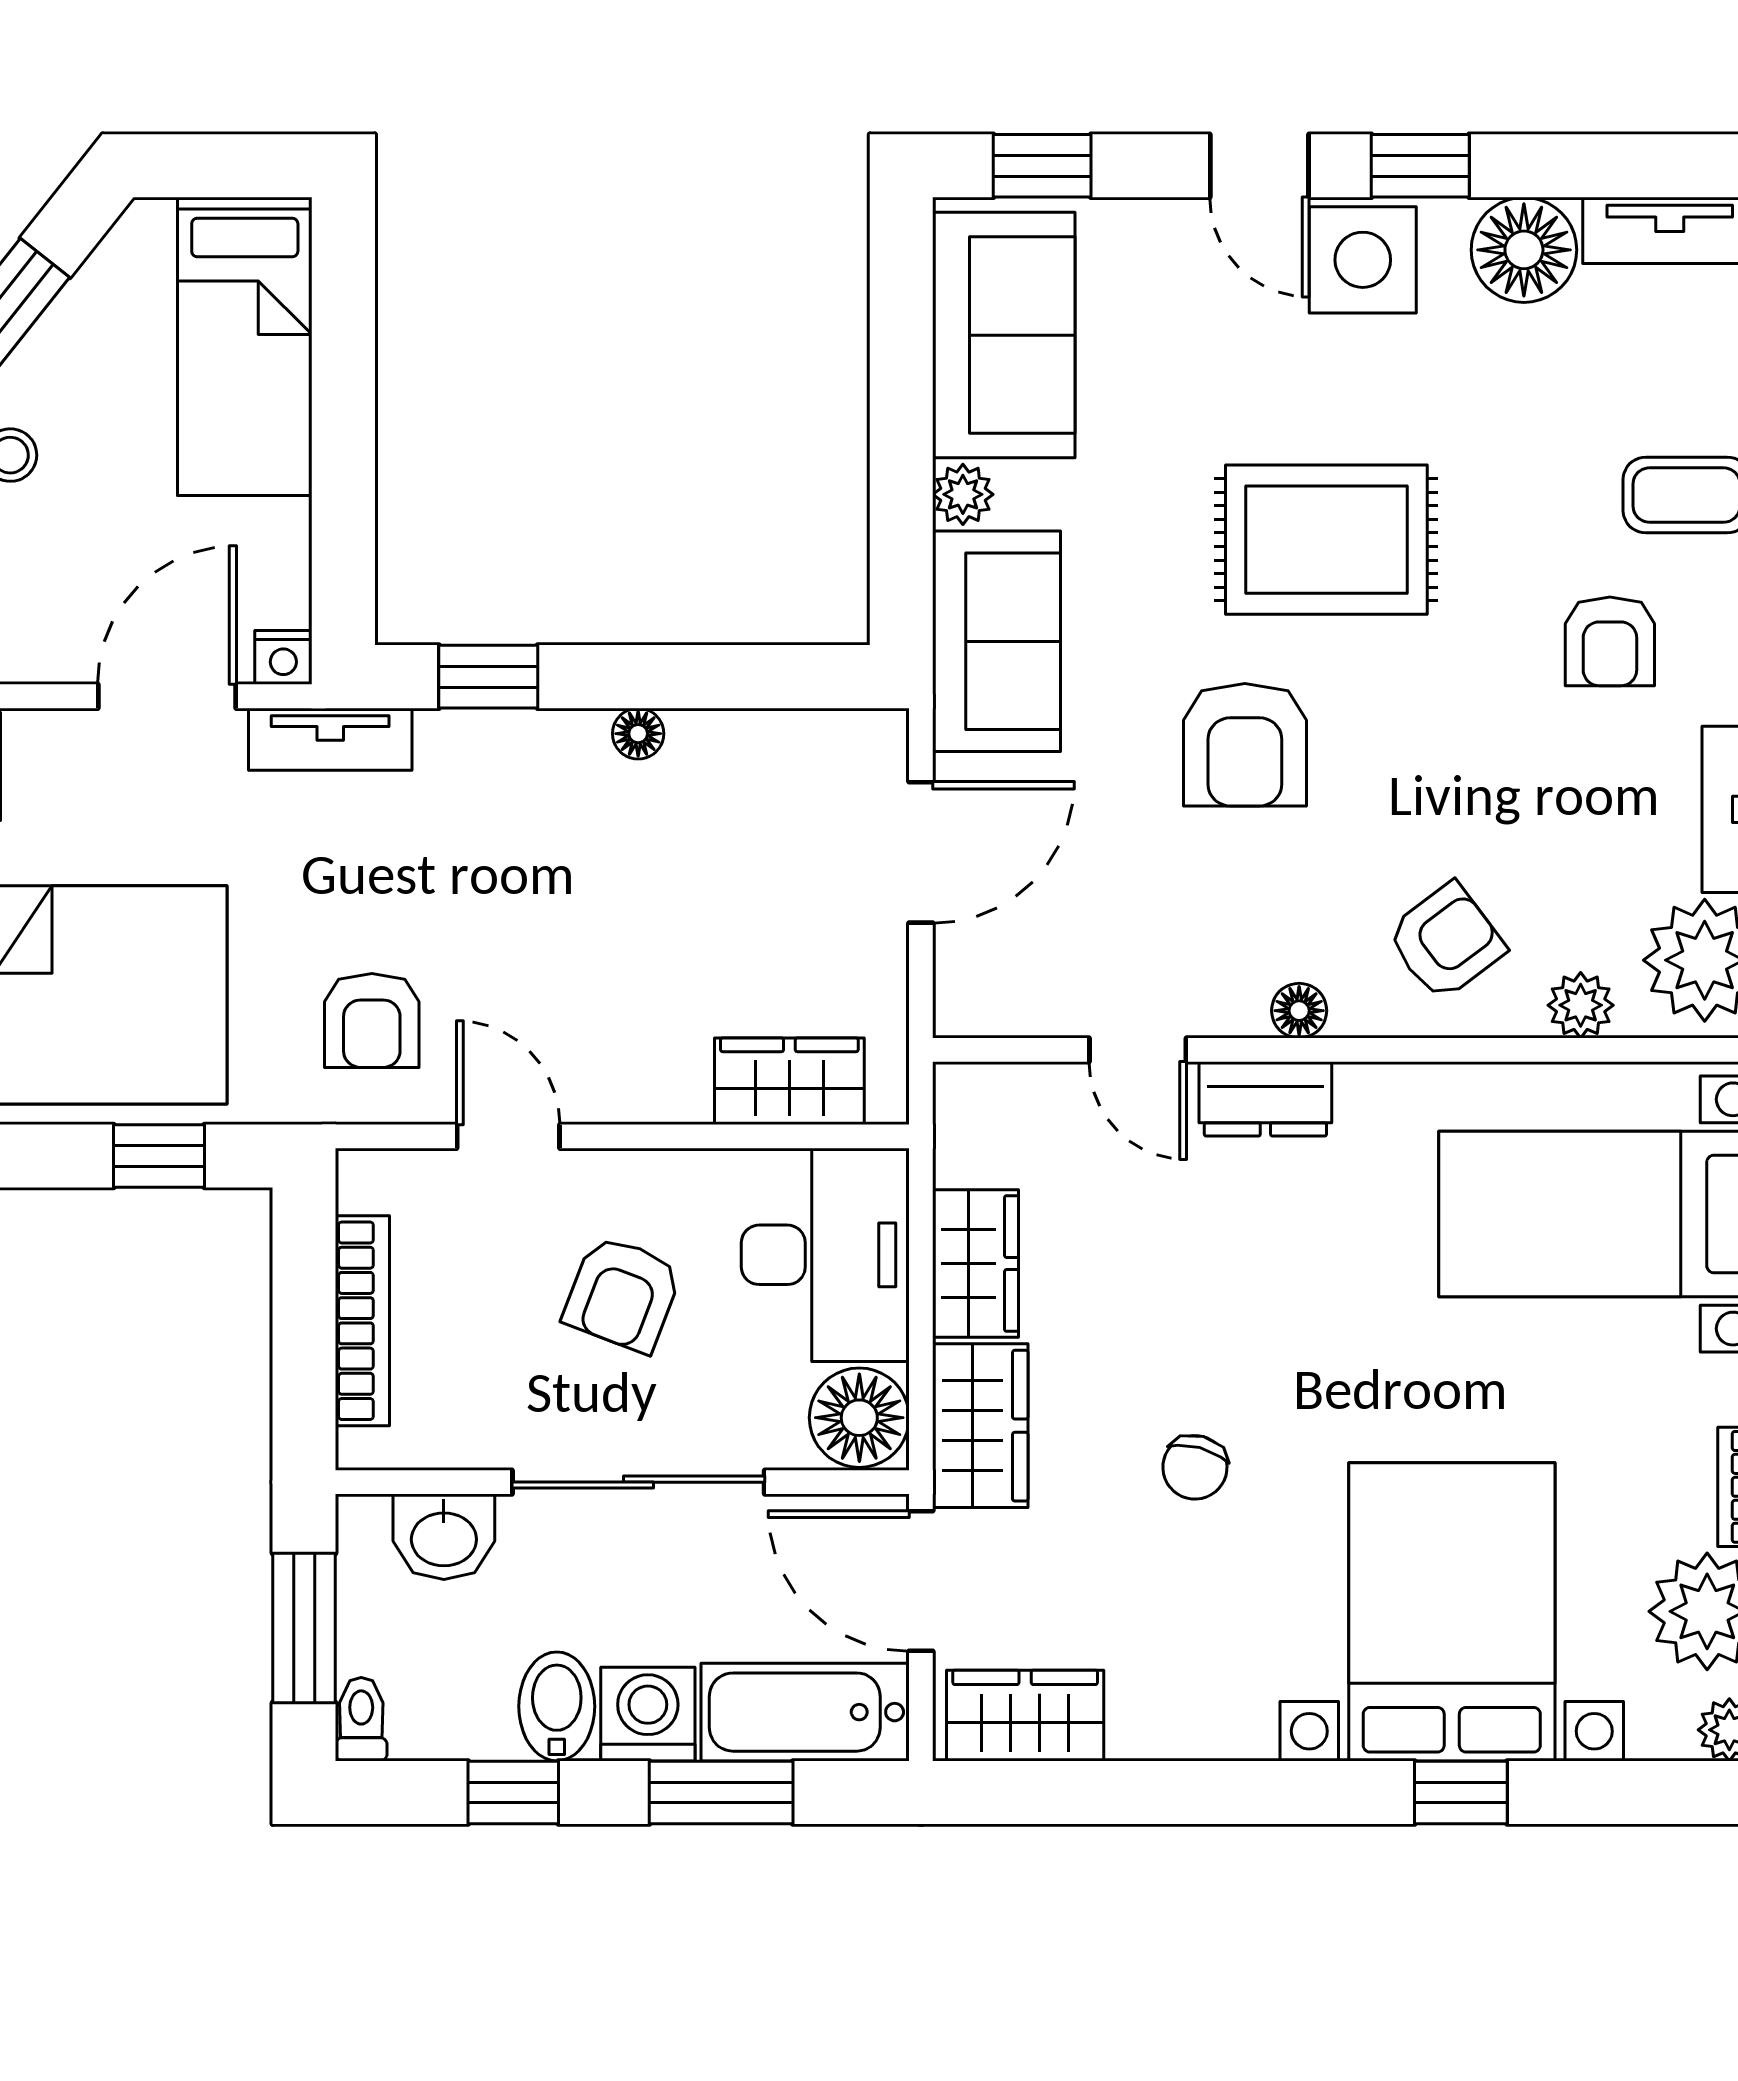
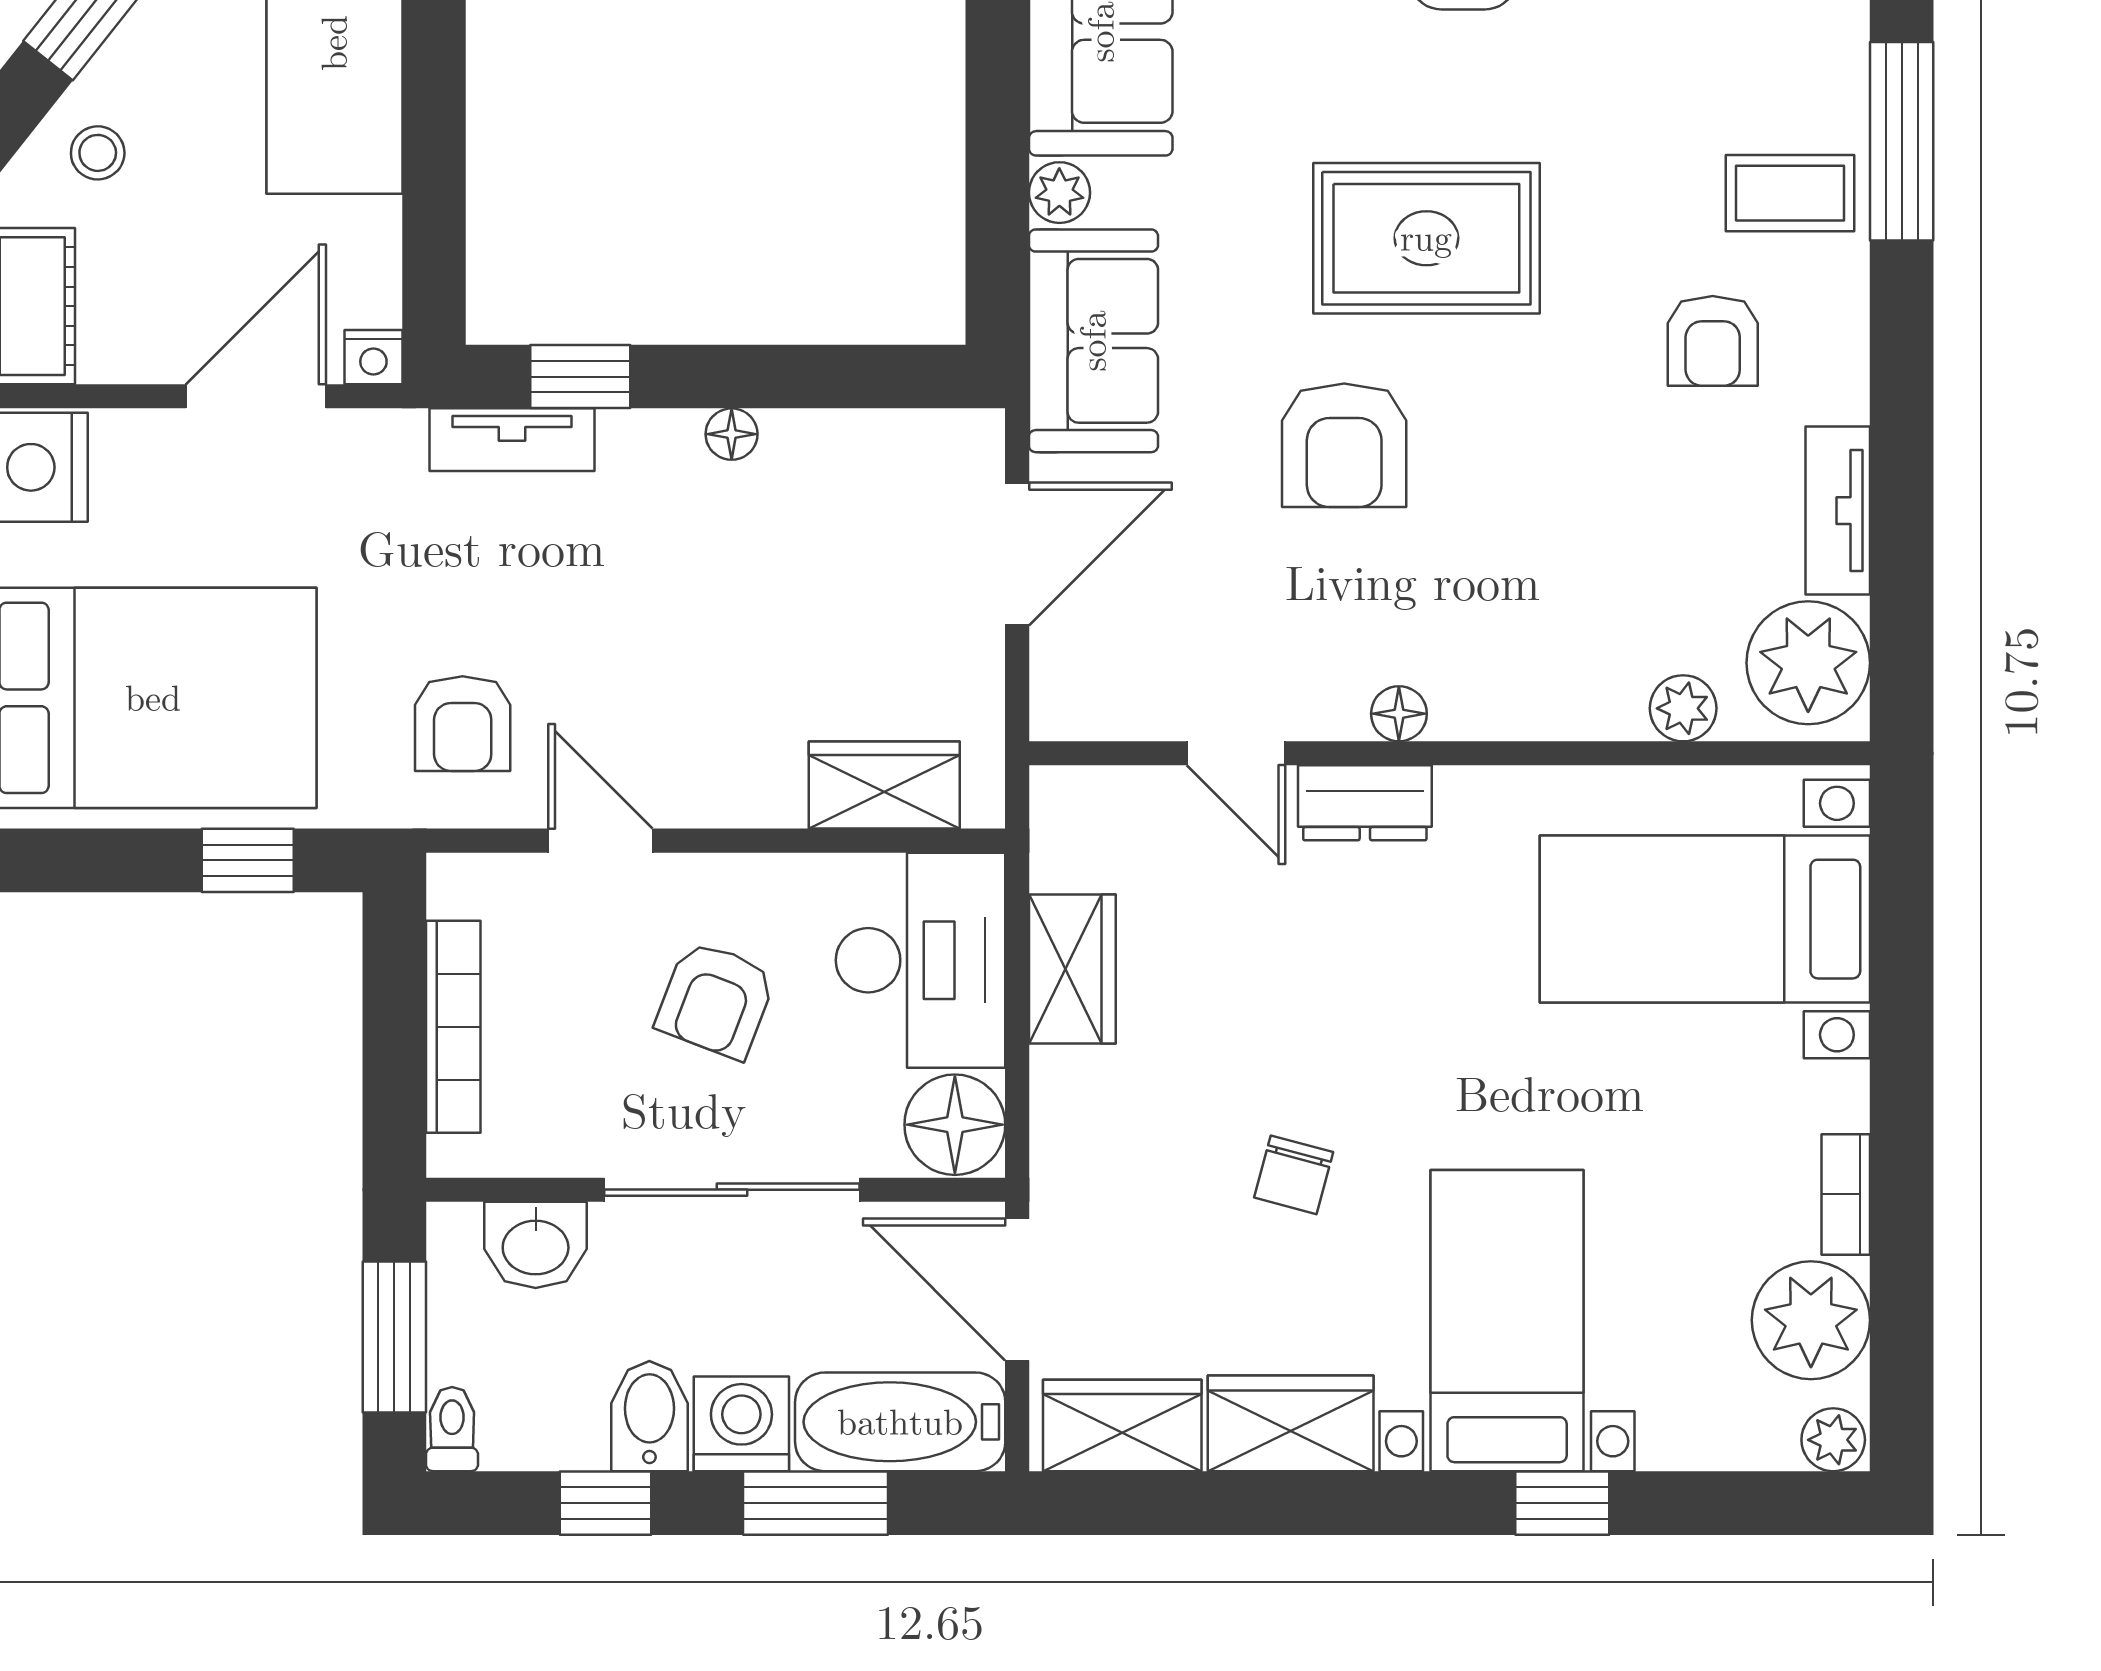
tv unit: (330, 739) -> (512, 440), moved
armchair: (1446, 941) -> (1547, 644), removed
wardrobe: (980, 1426) -> (1291, 1423), moved, turned -90
bed with nightstands: (1452, 1612) -> (1507, 1321), width x0.73

